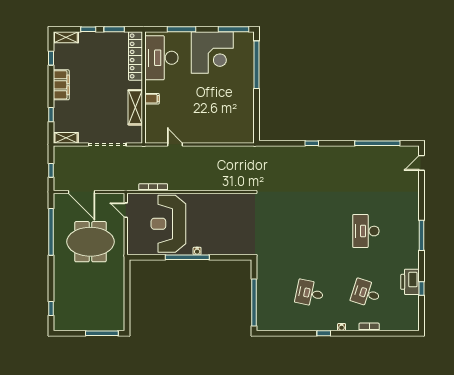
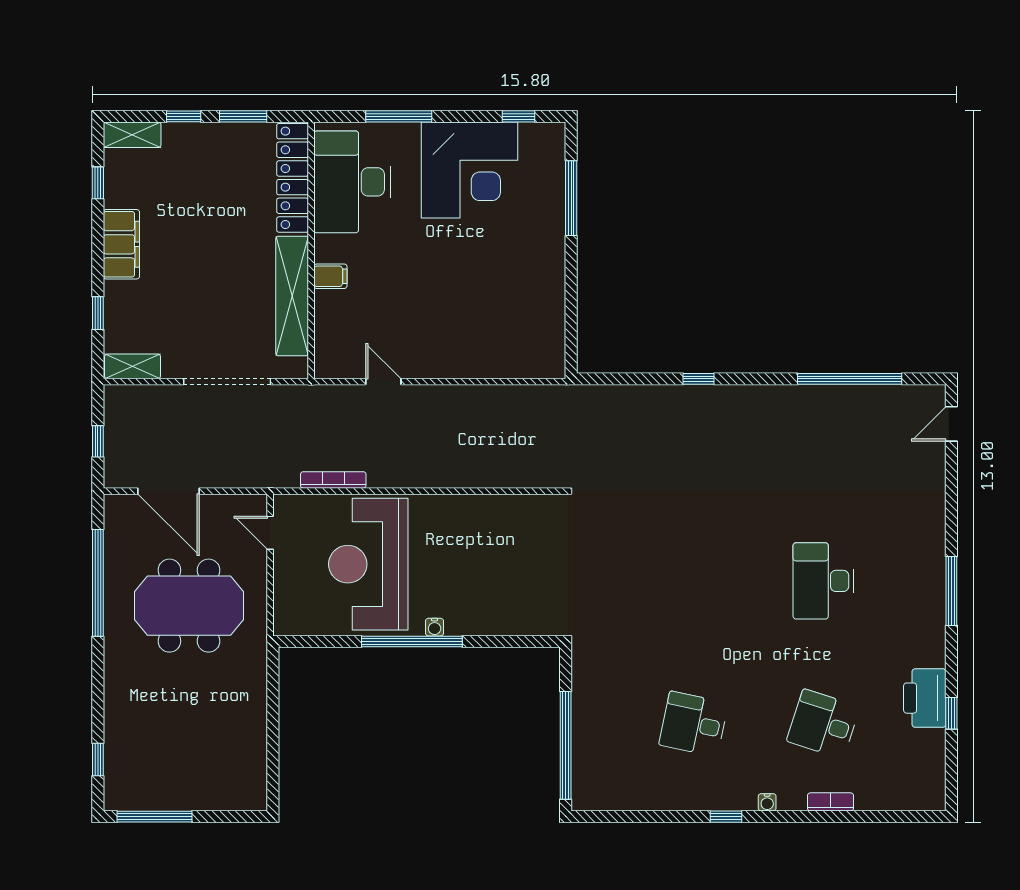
window: (234, 29) -> (518, 116), width x0.46
window: (256, 65) -> (571, 198), width x0.68
shelving: (135, 107) -> (292, 296), width x1.47
window: (102, 333) -> (154, 817), moved

